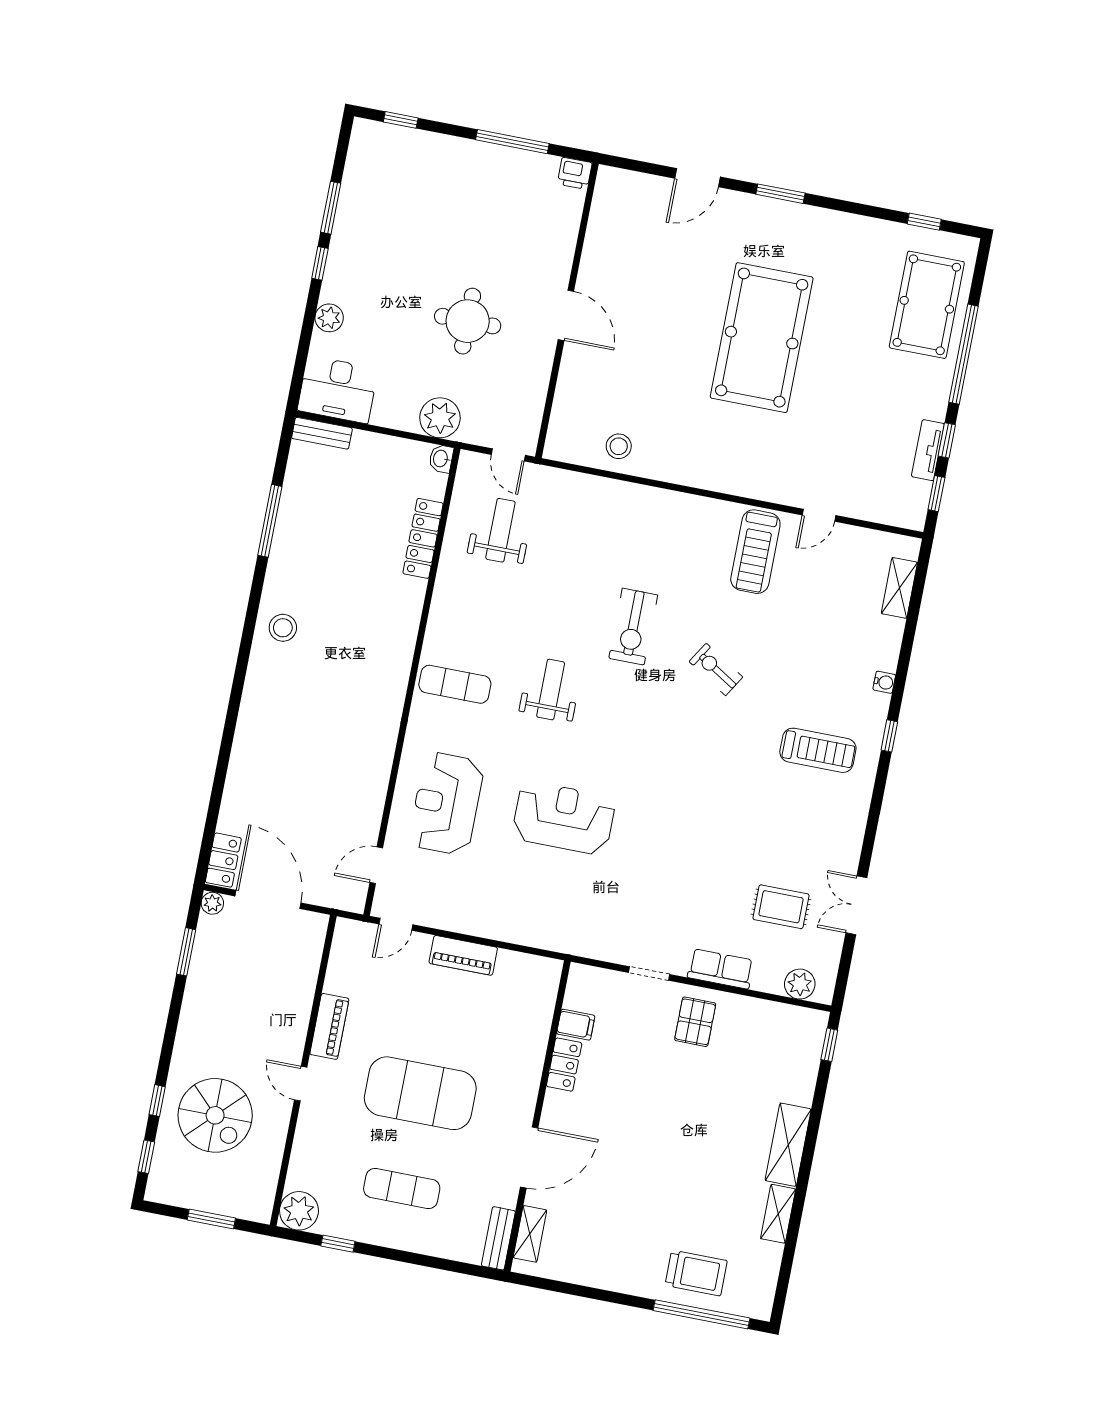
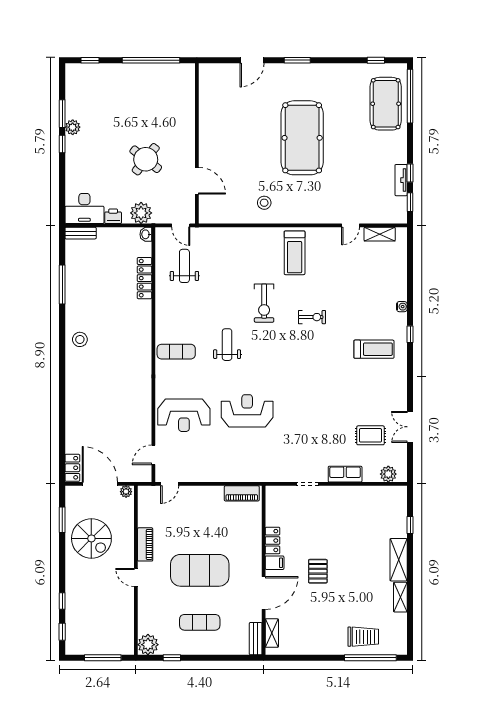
window: (512, 142) -> (151, 60), width x1.46
printer: (575, 173) -> (113, 216), moved, turned 180
door: (566, 315) -> (197, 181), moved
plant: (329, 318) -> (73, 127), moved
round table: (468, 321) -> (146, 159), turned 38
window: (964, 354) -> (410, 96), moved
stool: (619, 446) -> (264, 203), moved
treadmill: (755, 552) -> (295, 253), moved
shelving: (899, 588) -> (380, 234), moved, turned 90
exercise bike: (716, 669) -> (312, 317), turned 148
reception desk: (446, 804) -> (184, 415), turned -90
plant: (212, 903) -> (126, 492), moved
piano: (463, 955) -> (242, 493), moved
pallet: (695, 1022) -> (318, 571), moved
filing cabinet: (576, 1025) -> (275, 563), moved
window: (829, 1045) -> (410, 525), moved
spiral stairs: (215, 1115) -> (91, 538), moved
window: (211, 1219) -> (103, 658), width x1.44

